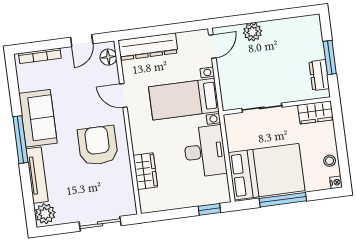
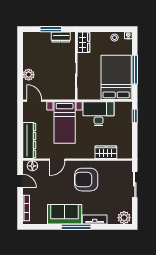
tv unit: (37, 175) -> (95, 219), width x0.71

